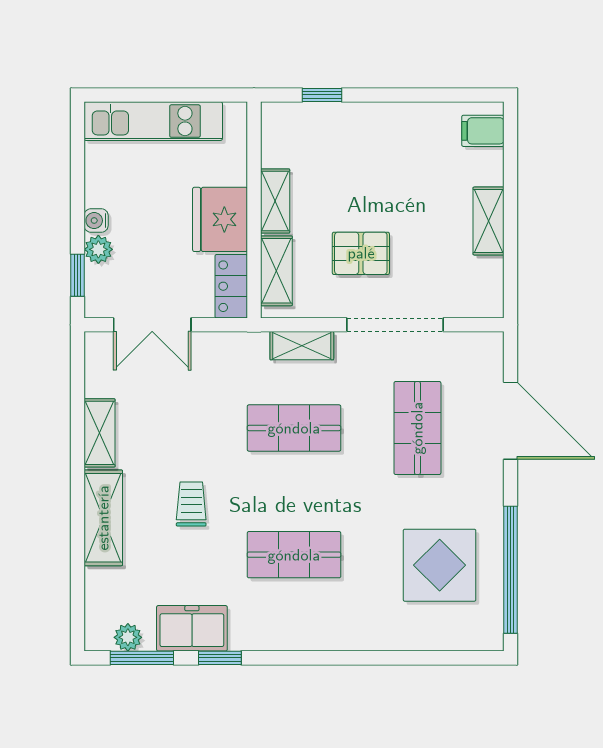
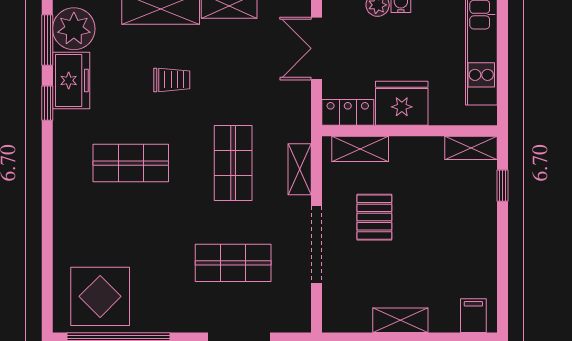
shelving: (275, 201) -> (471, 148), moved
shop shelf: (294, 555) -> (131, 163), turned 90
display table: (440, 565) -> (100, 296), moved
plant: (128, 637) -> (74, 29), width x1.88, depth x1.88

